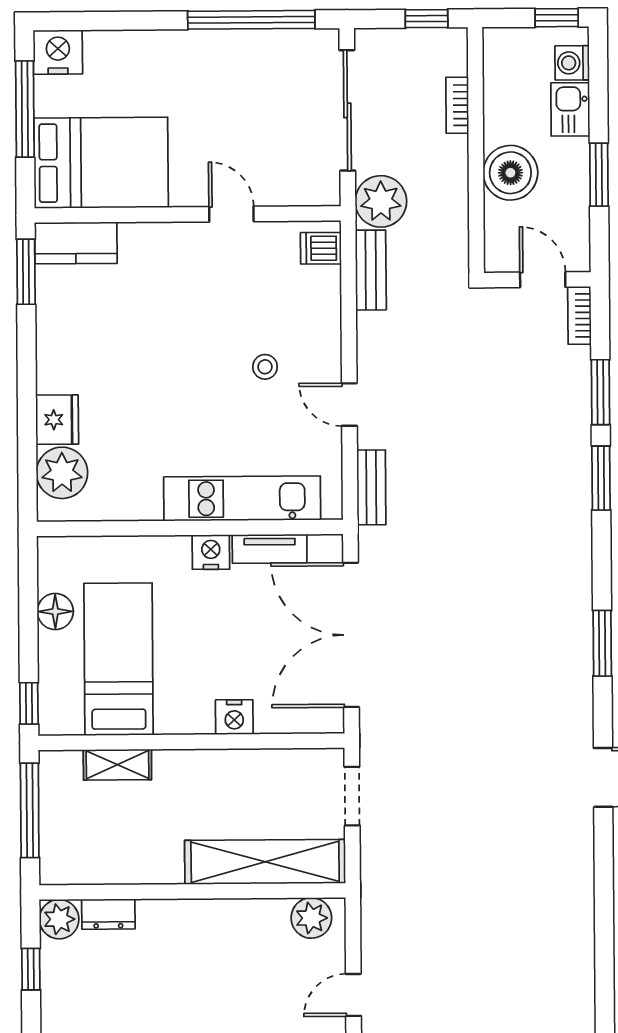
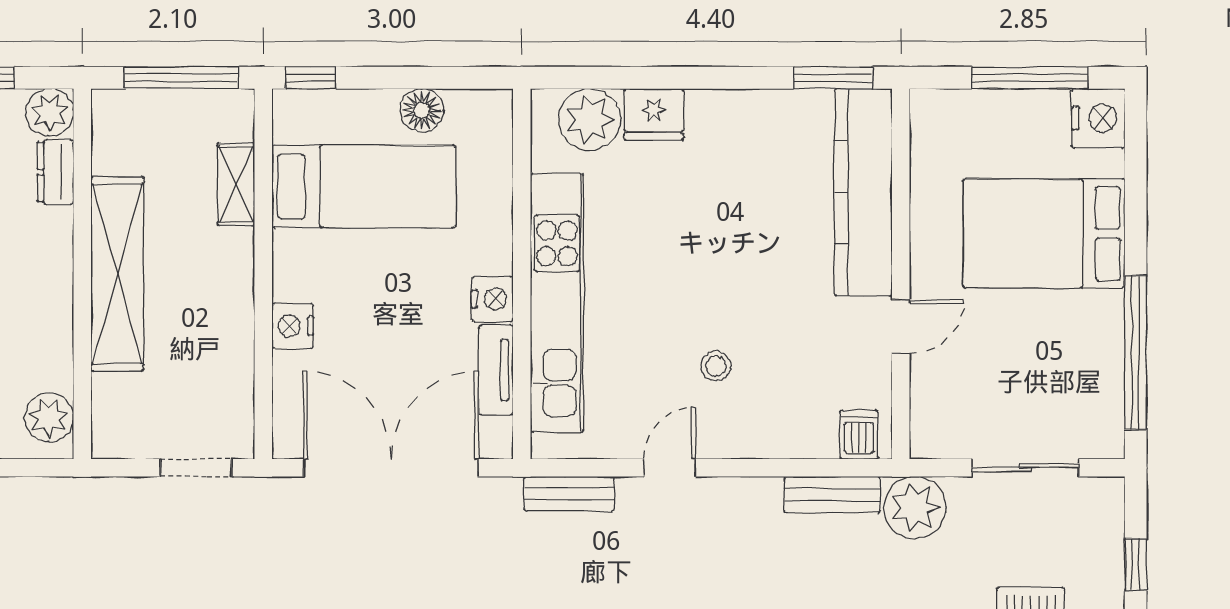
sliding door: (347, 110) -> (1025, 468), width x0.73
bed: (101, 163) -> (1044, 234), moved, turned 90
kitchen counter: (76, 243) -> (863, 192), width x2.08, depth x1.17
kitchen unit: (242, 498) -> (557, 303), width x1.36
shelving: (265, 862) -> (117, 274), moved

